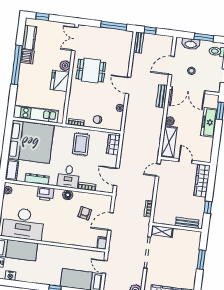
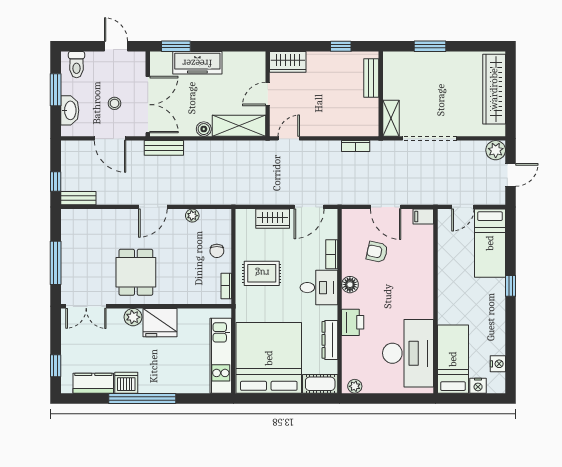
window: (114, 26) -> (56, 263), moved
wardrobe: (113, 145) -> (273, 219), moved
door: (158, 170) -> (289, 138), swing flipped
wardrobe: (202, 181) -> (288, 62), width x0.67

